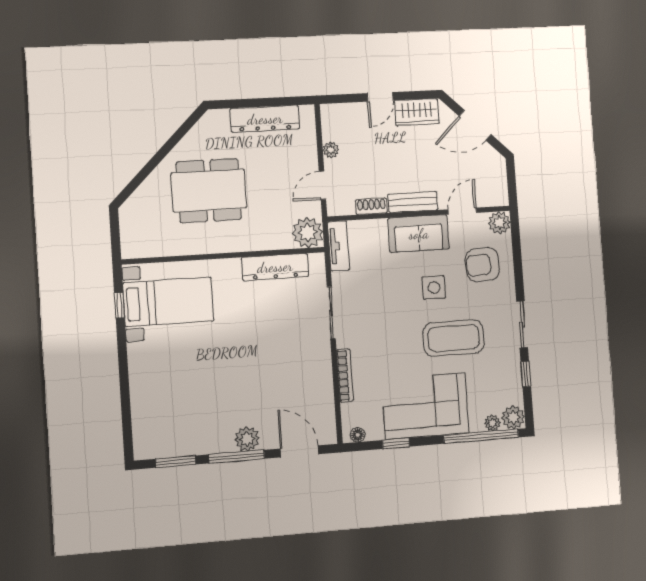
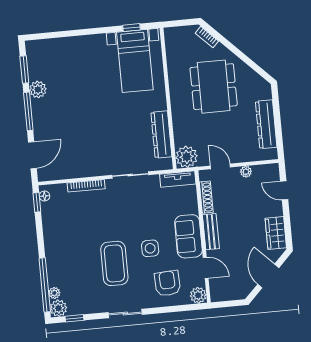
door: (380, 97) -> (284, 190), moved
bookcase: (137, 197) -> (207, 37), added
shoe rack: (371, 206) -> (206, 197), width x1.43
window: (526, 374) -> (74, 318), moved
corner sofa: (425, 406) -> (66, 244), removed
plant: (247, 439) -> (38, 89), moved
window: (396, 443) -> (37, 202), moved

